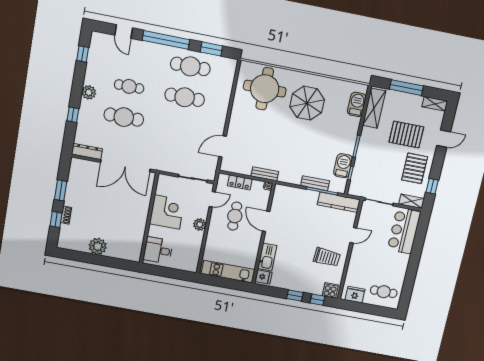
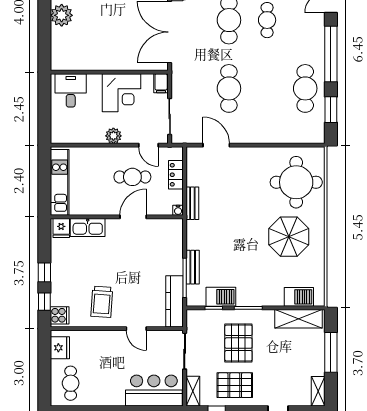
cafe table: (185, 97) -> (229, 88), moved
pallet: (406, 135) -> (238, 343), moved
filing cabinet: (165, 180) -> (161, 83), added

